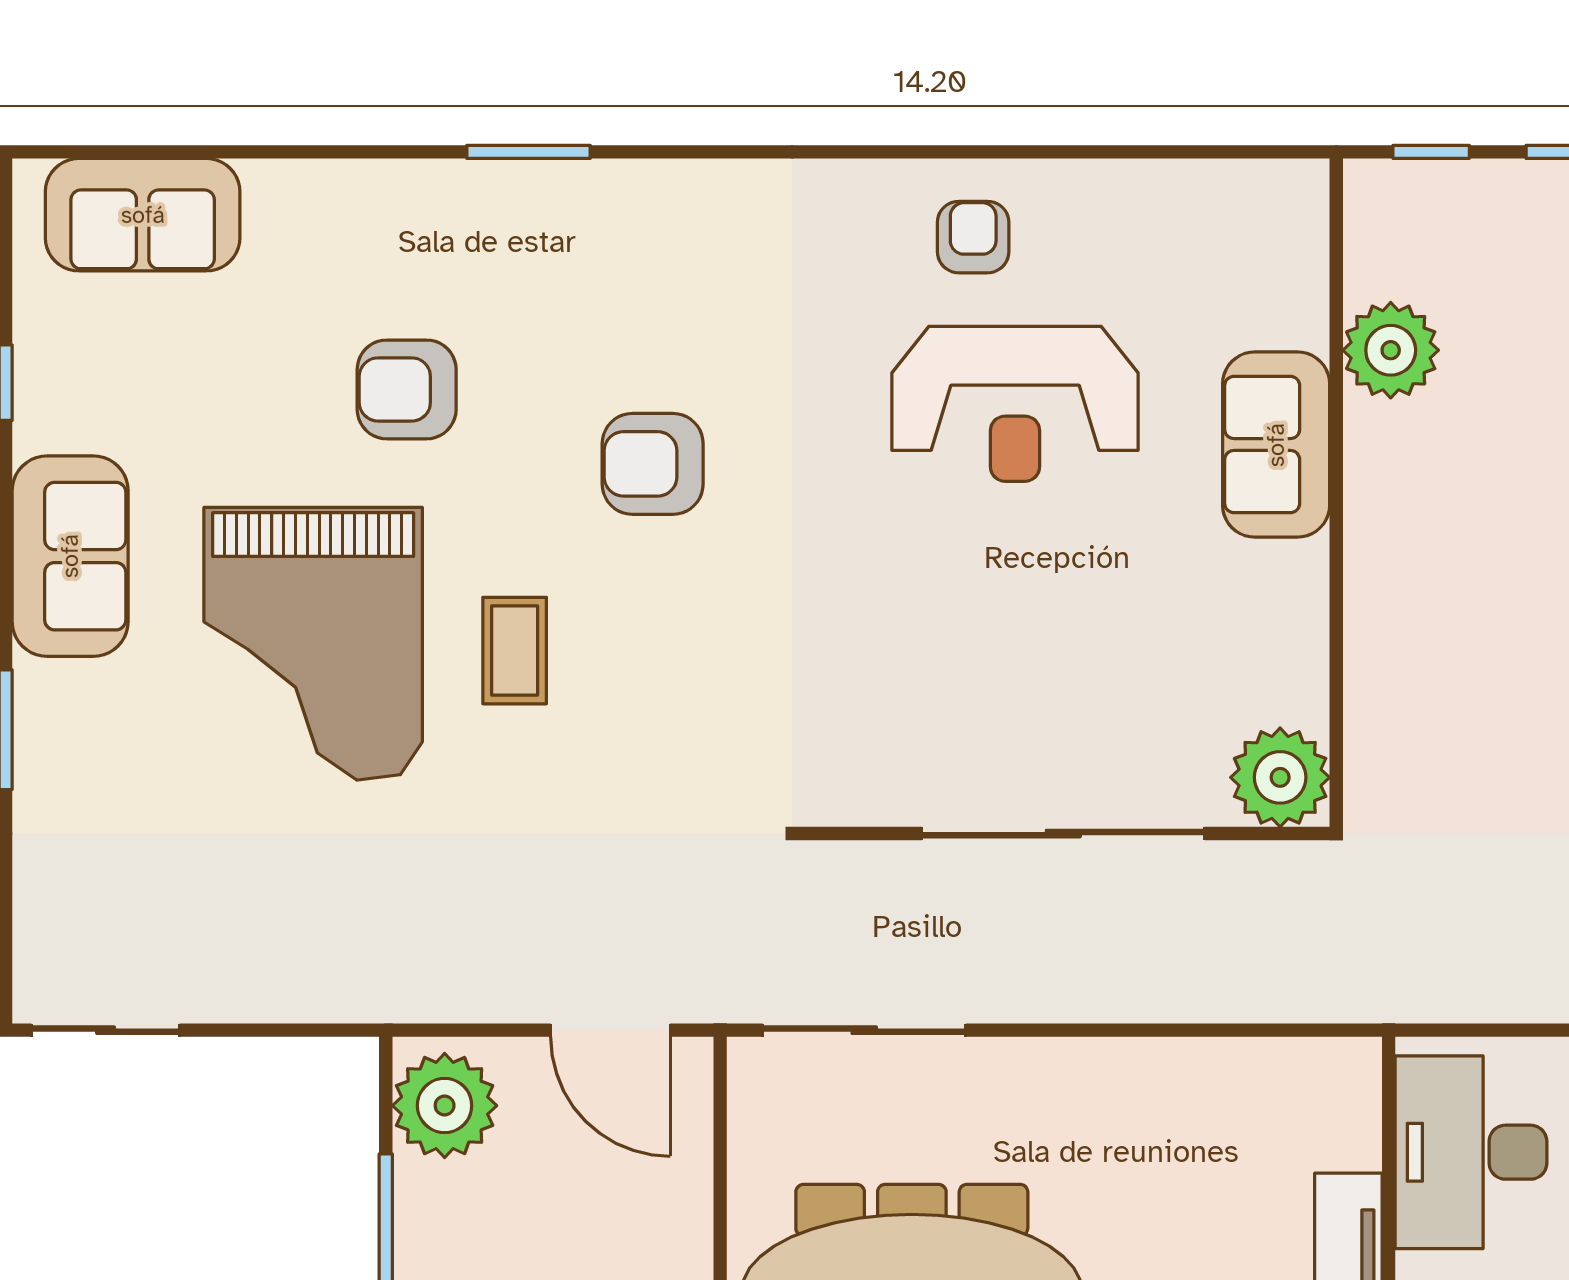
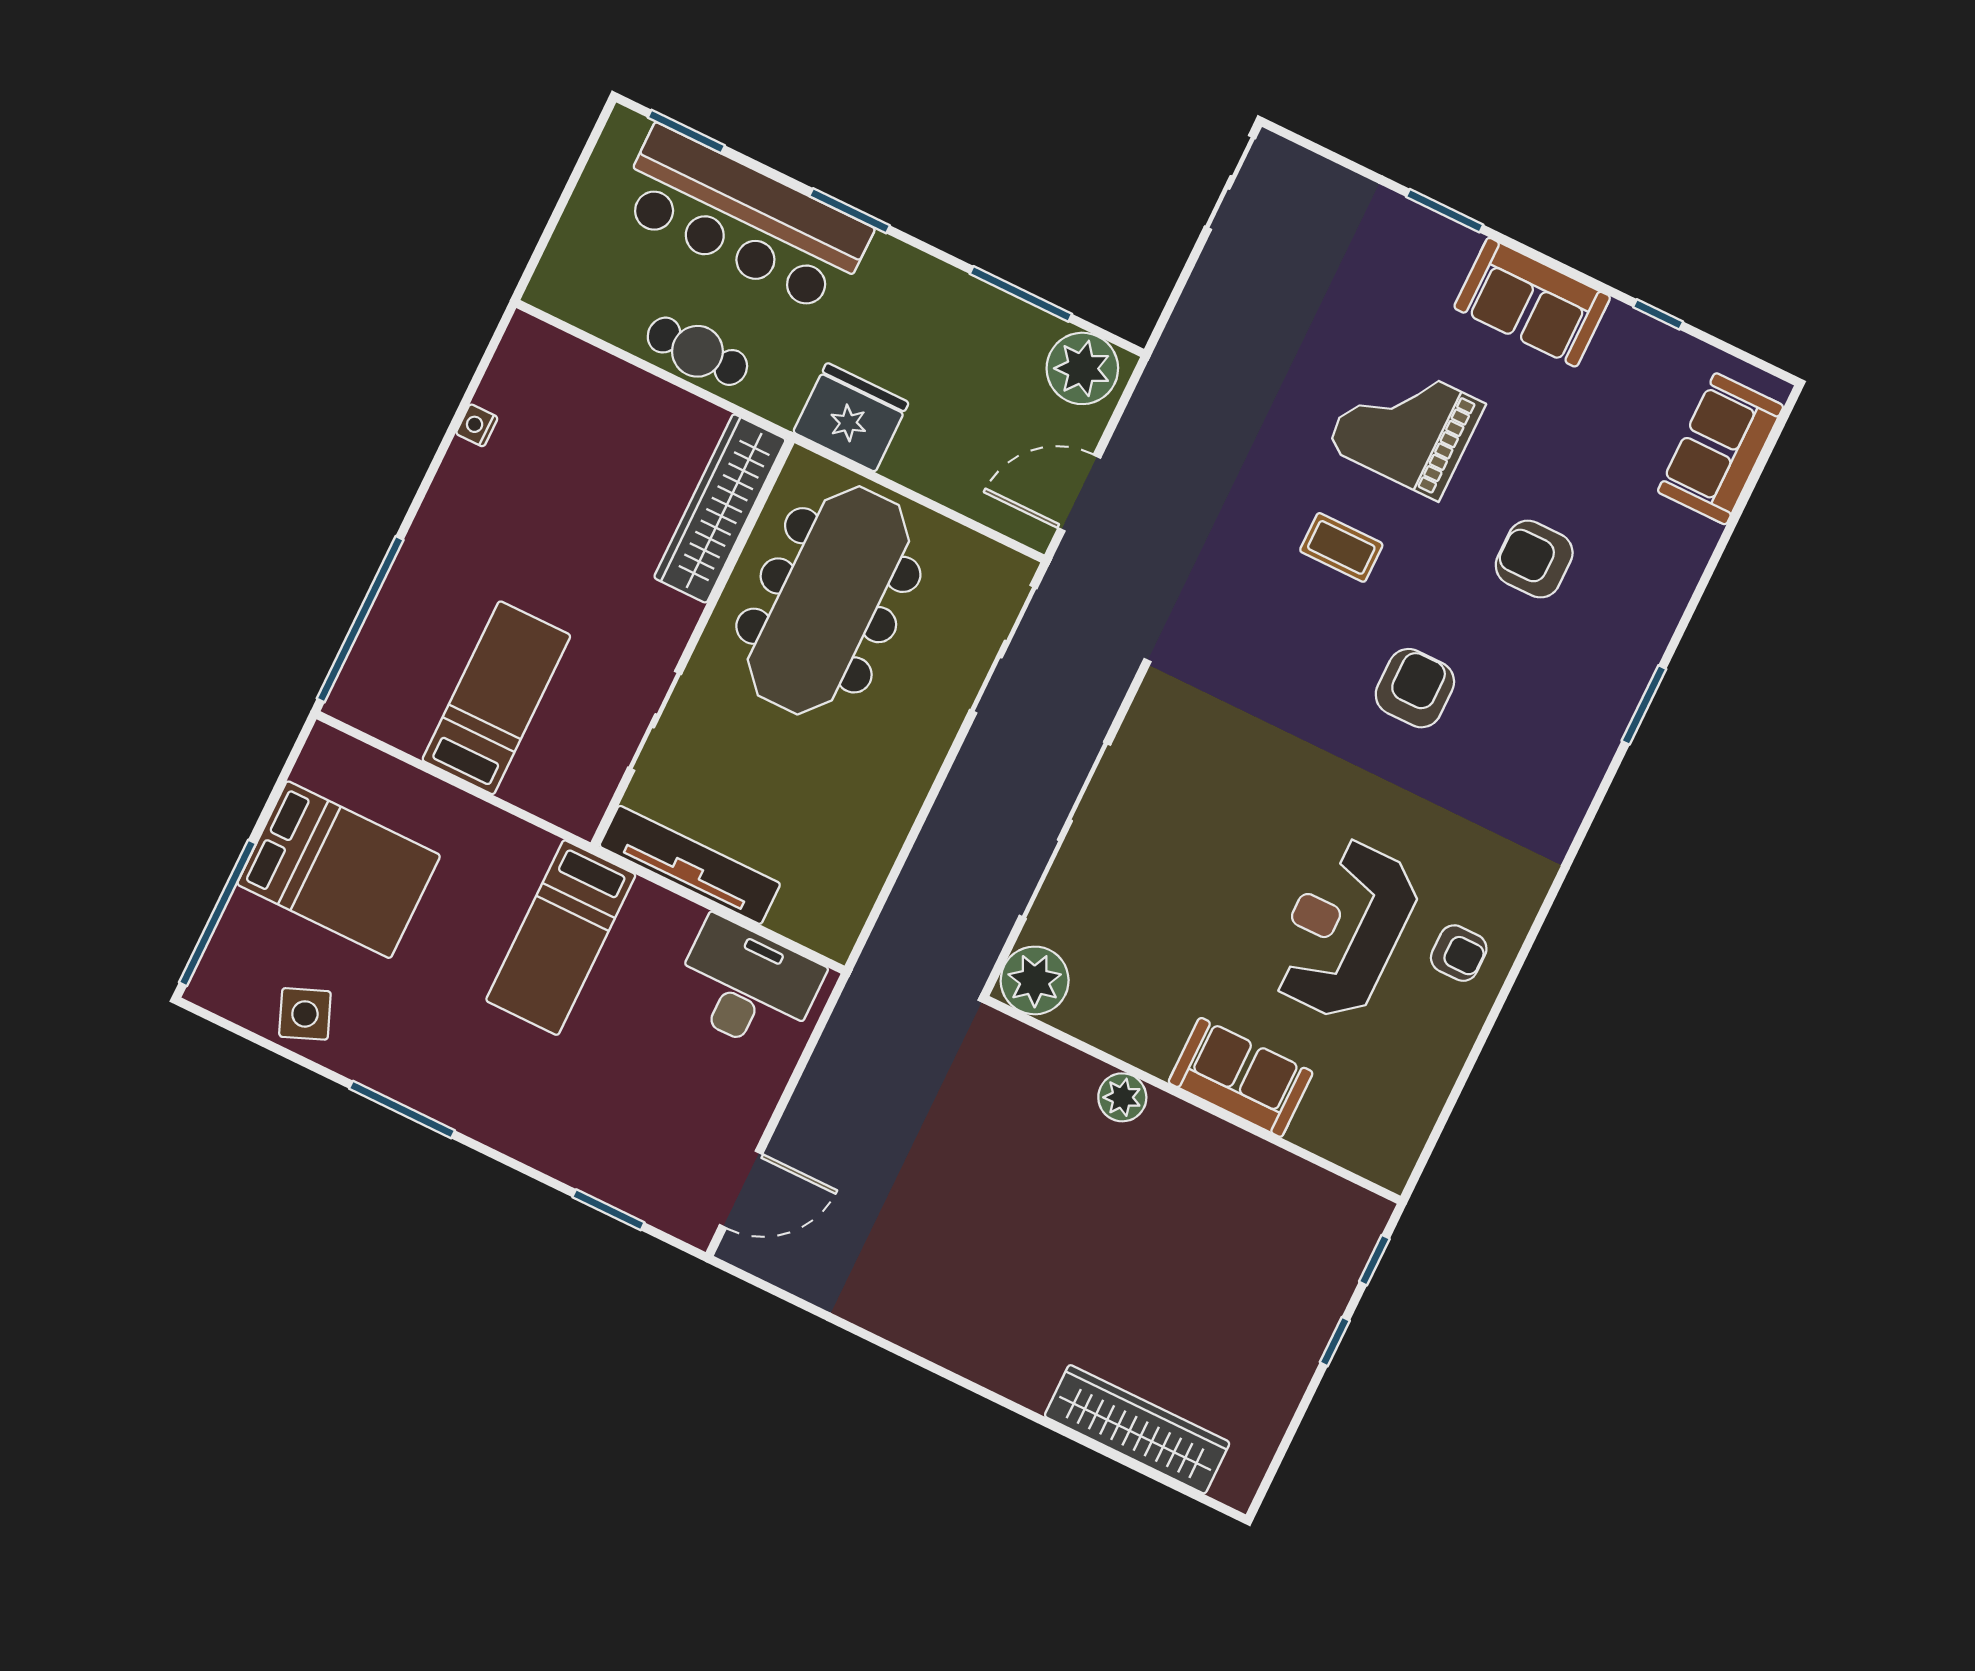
plant: (1391, 350) -> (1122, 1097), moved, width x0.73, depth x0.73
armchair: (407, 389) -> (1534, 559), turned -90
grand piano: (313, 644) -> (1406, 426), width x0.73, depth x0.68

